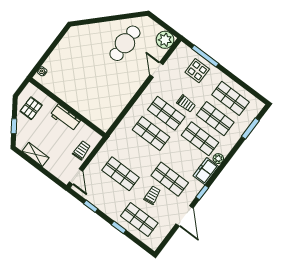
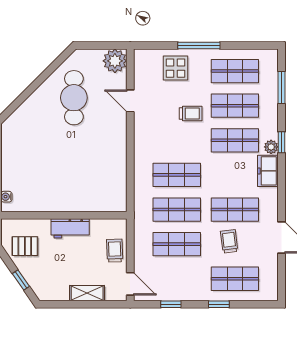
window: (205, 56) -> (199, 46), moved
pallet: (31, 108) -> (25, 246), turned 90
shop shelf: (166, 113) -> (177, 210), moved
shelving: (36, 154) -> (87, 293), moved
window: (202, 192) -> (281, 142), moved

